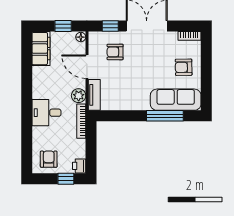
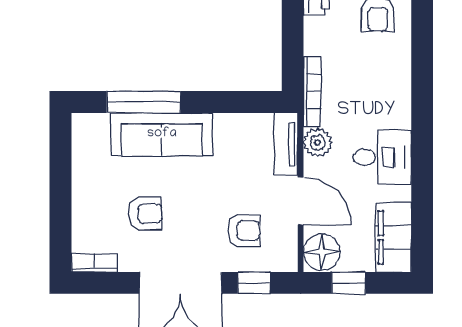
floor lamp: (81, 37) -> (322, 252), width x1.89, depth x1.89
armchair: (184, 67) -> (145, 214), moved
sofa: (176, 100) -> (162, 134), moved
desk: (46, 113) -> (382, 157), moved

